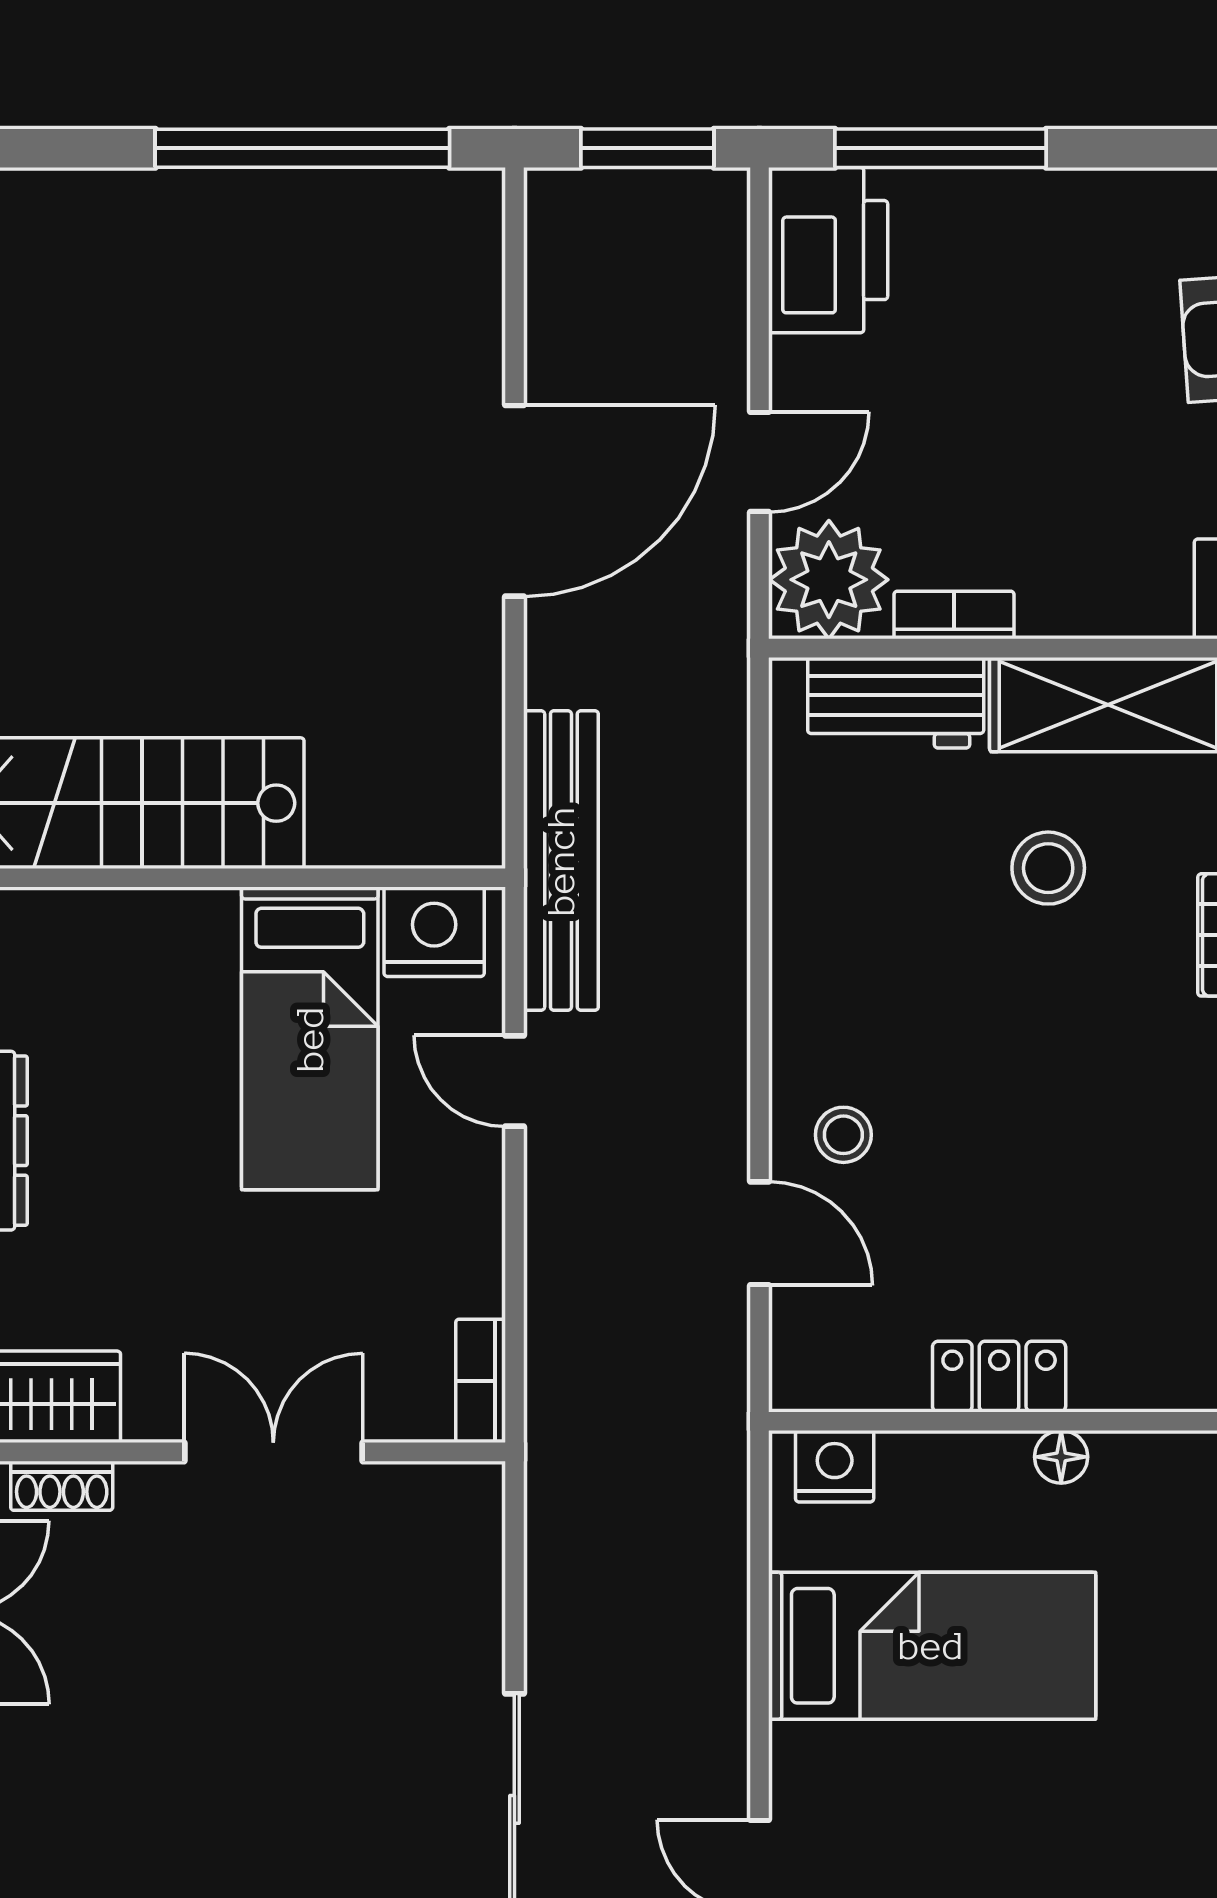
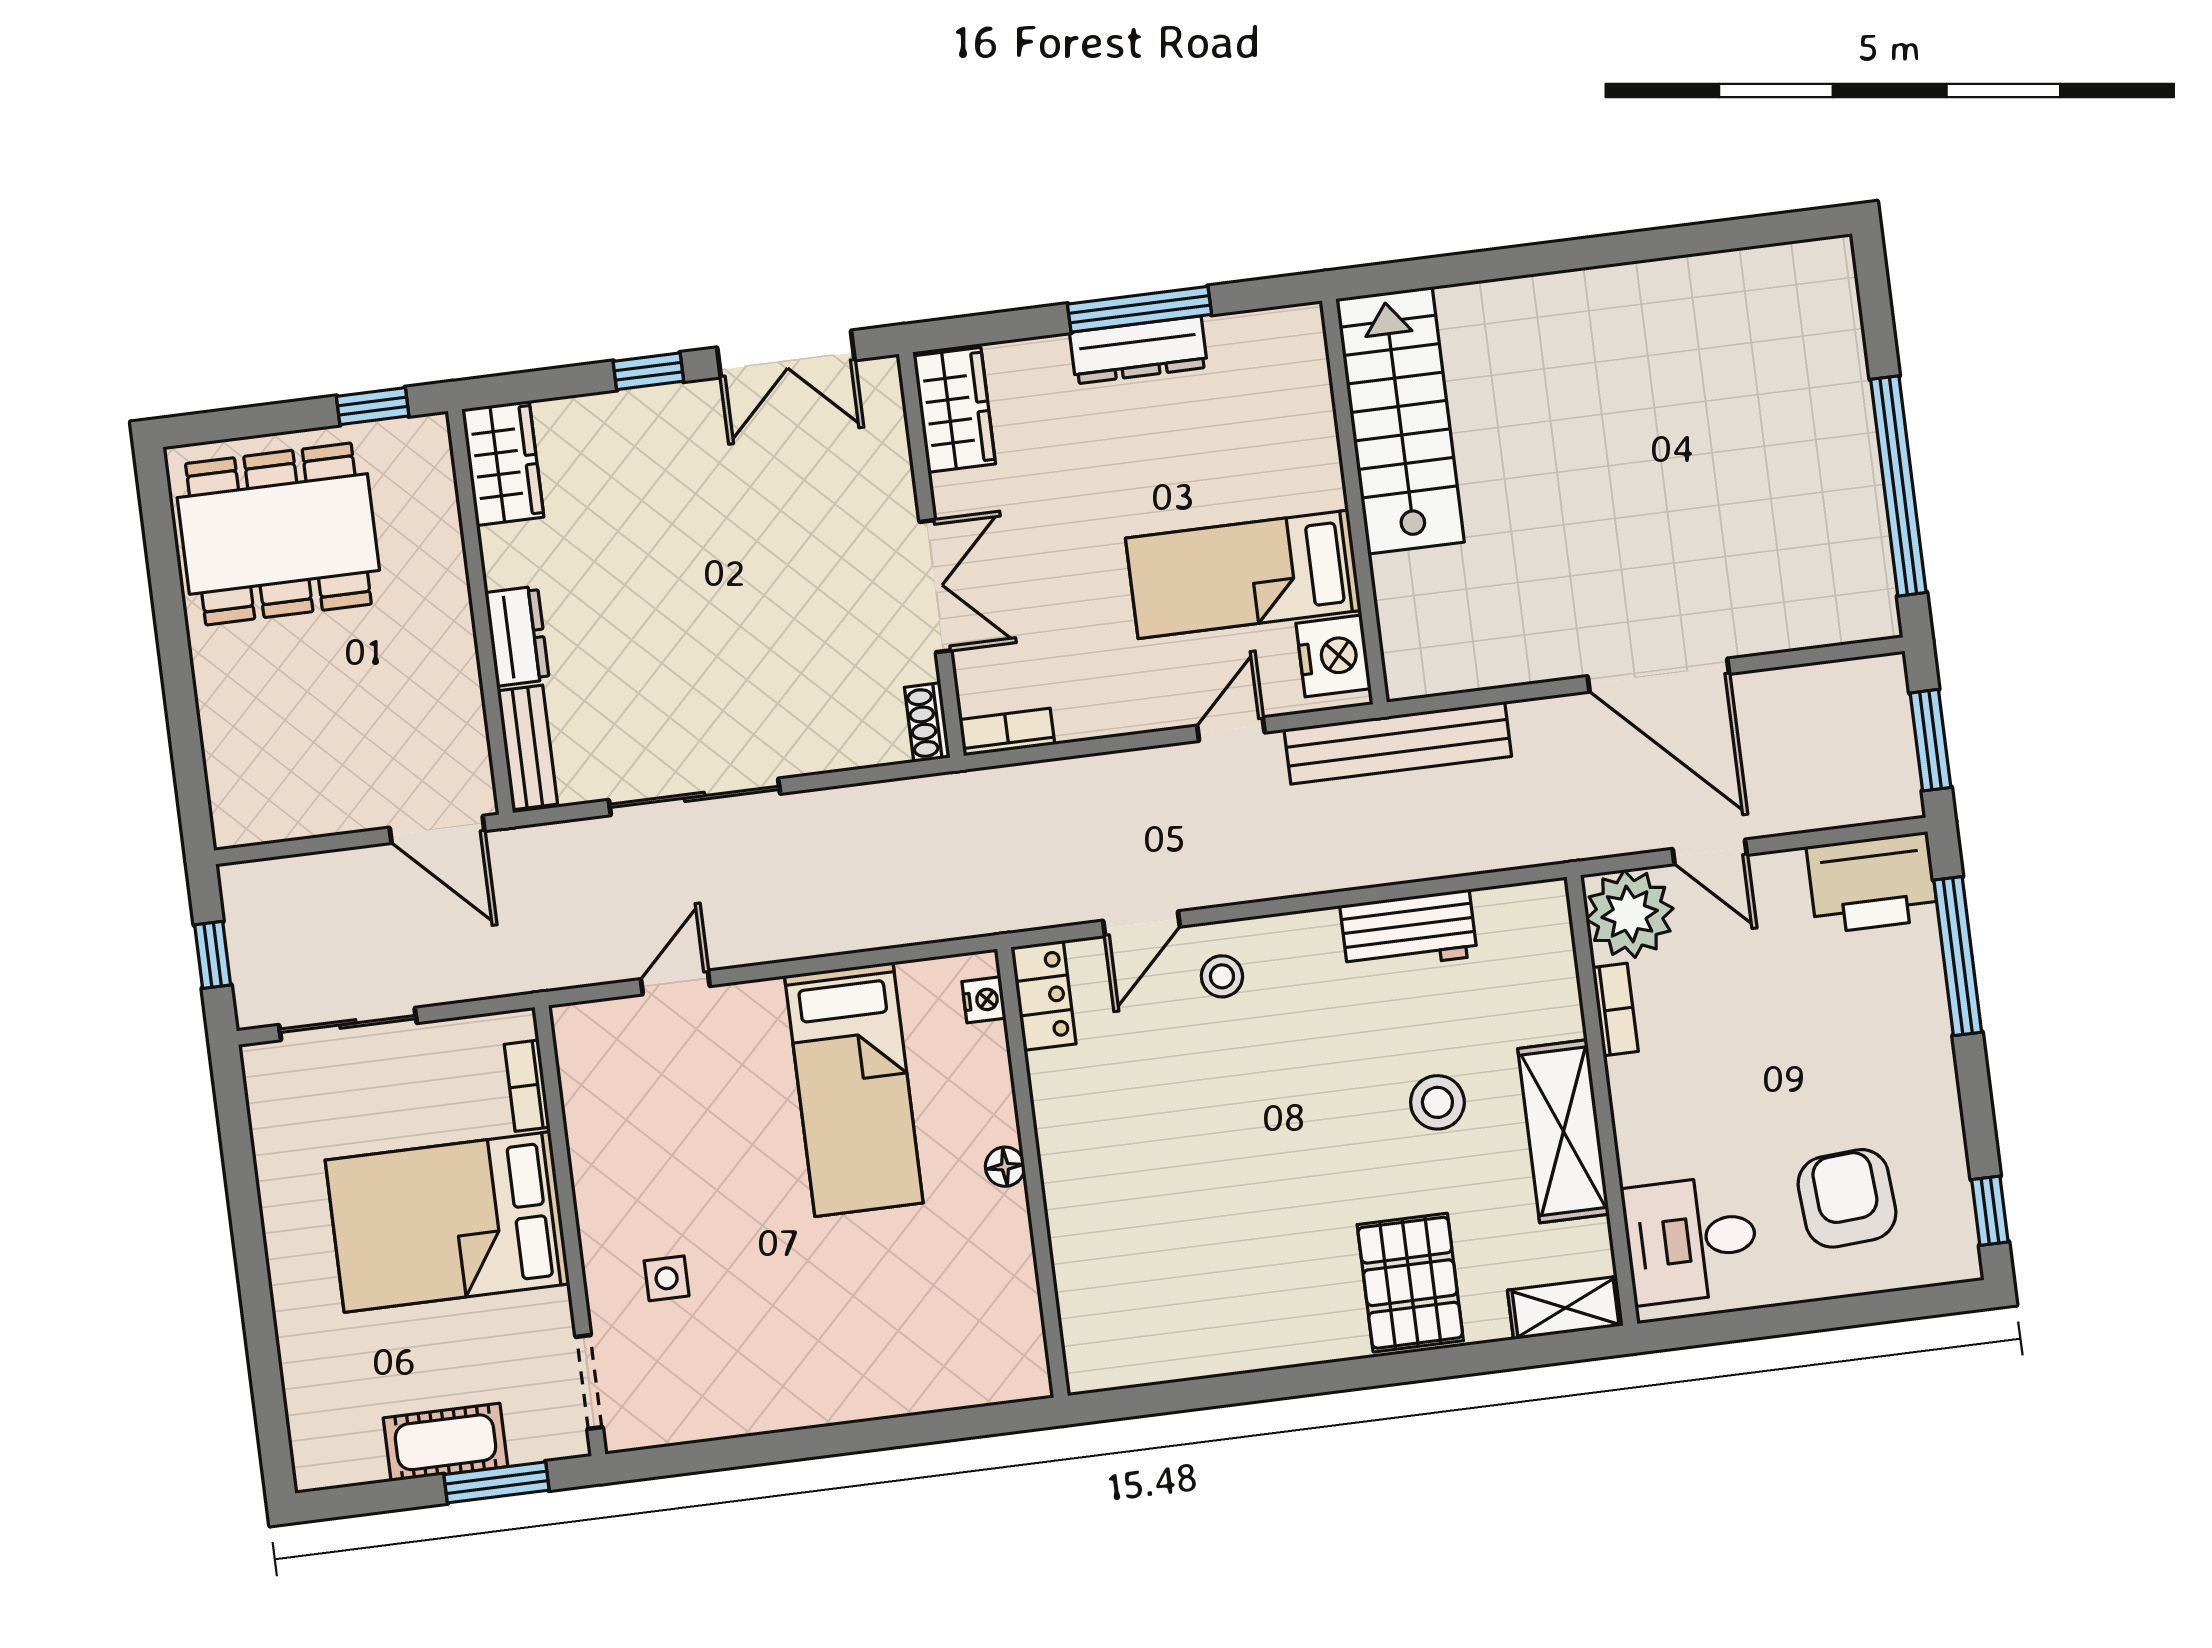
workbench: (896, 703) -> (1409, 931), moved, turned -90
locker: (999, 1377) -> (1043, 995), moved
nightstand: (835, 1466) -> (984, 1000), width x0.72, depth x0.74
shoe rack: (62, 1486) -> (927, 722), moved

